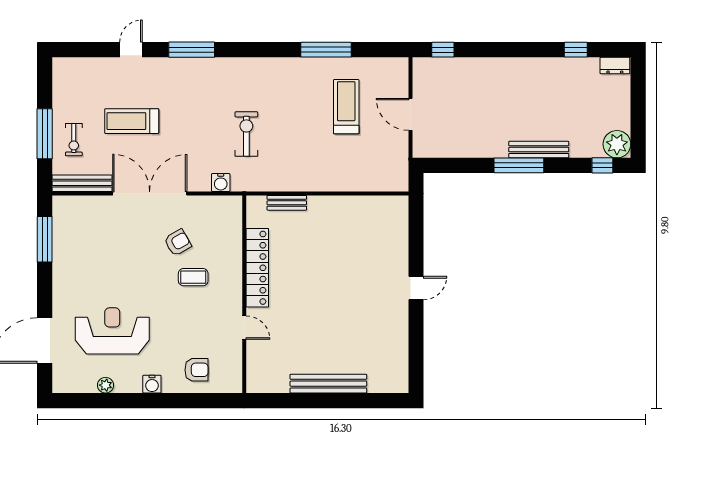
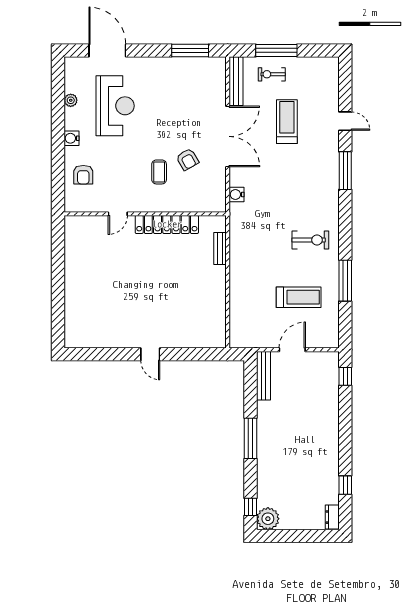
exercise bike: (246, 134) -> (310, 240), moved
bench: (539, 150) -> (263, 376), moved
bench: (328, 384) -> (72, 283), removed

